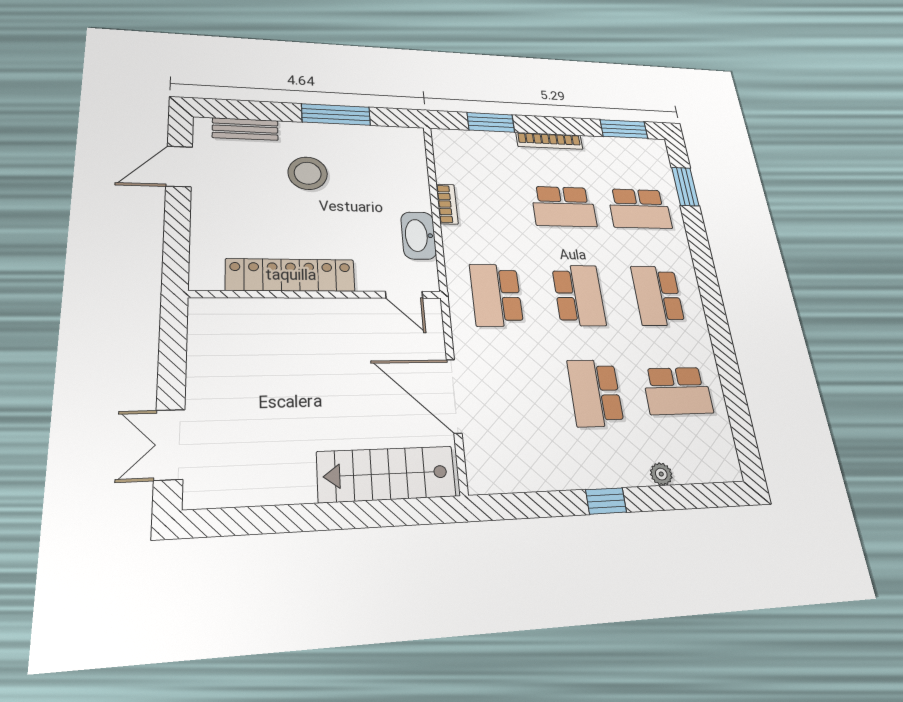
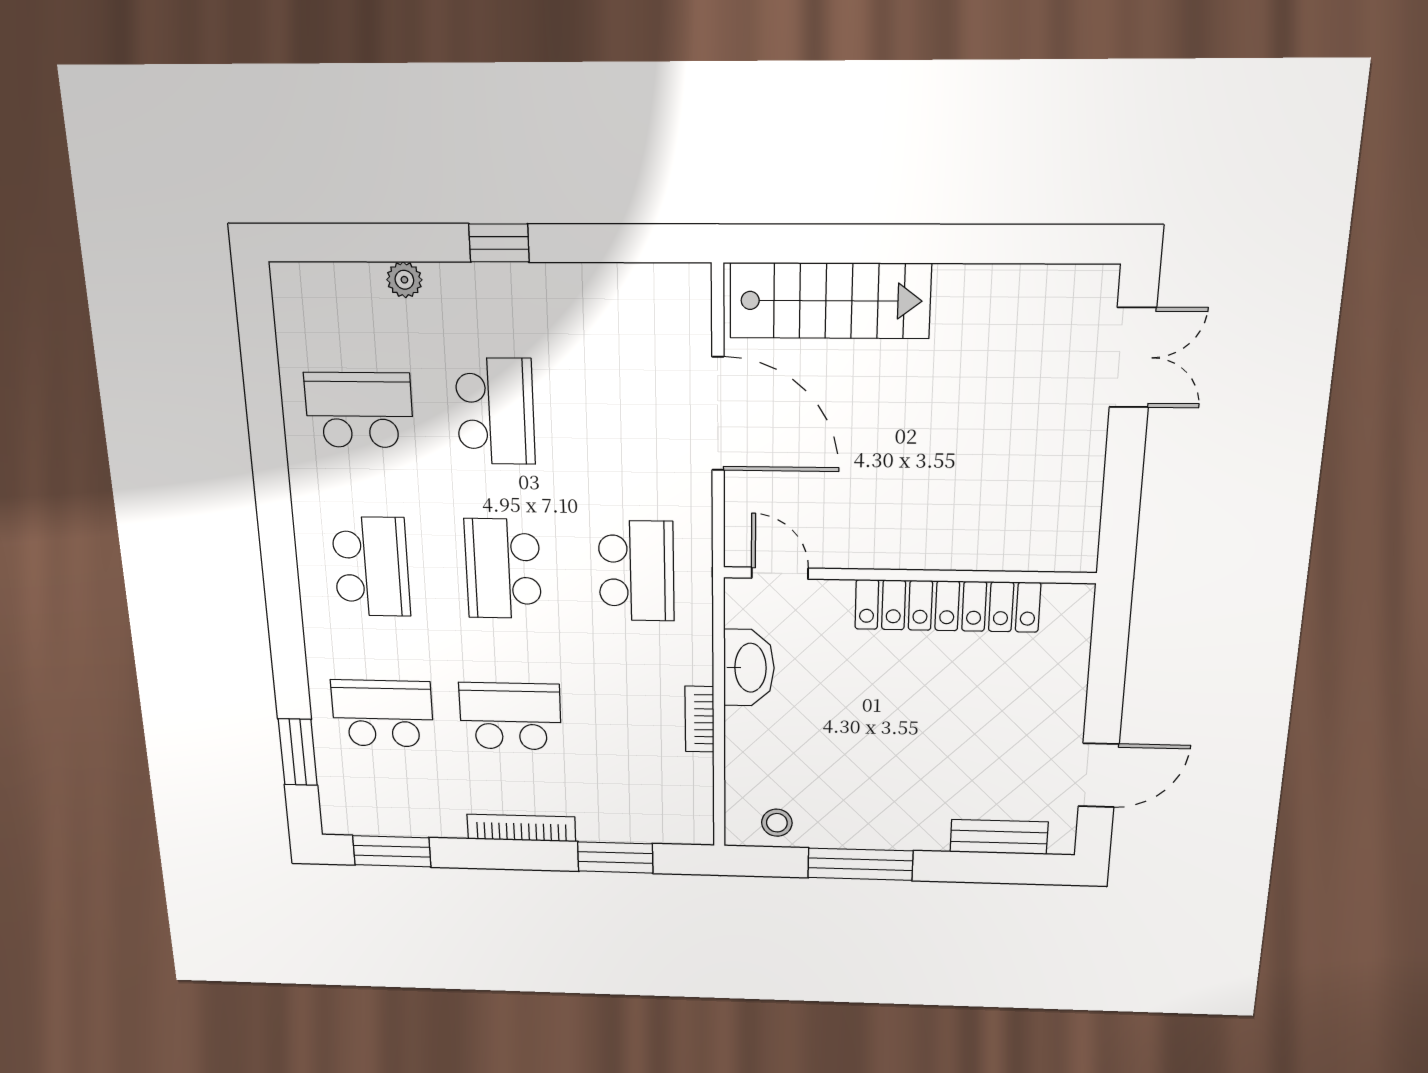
stool: (308, 173) -> (777, 823), moved, width x0.53, depth x0.53

